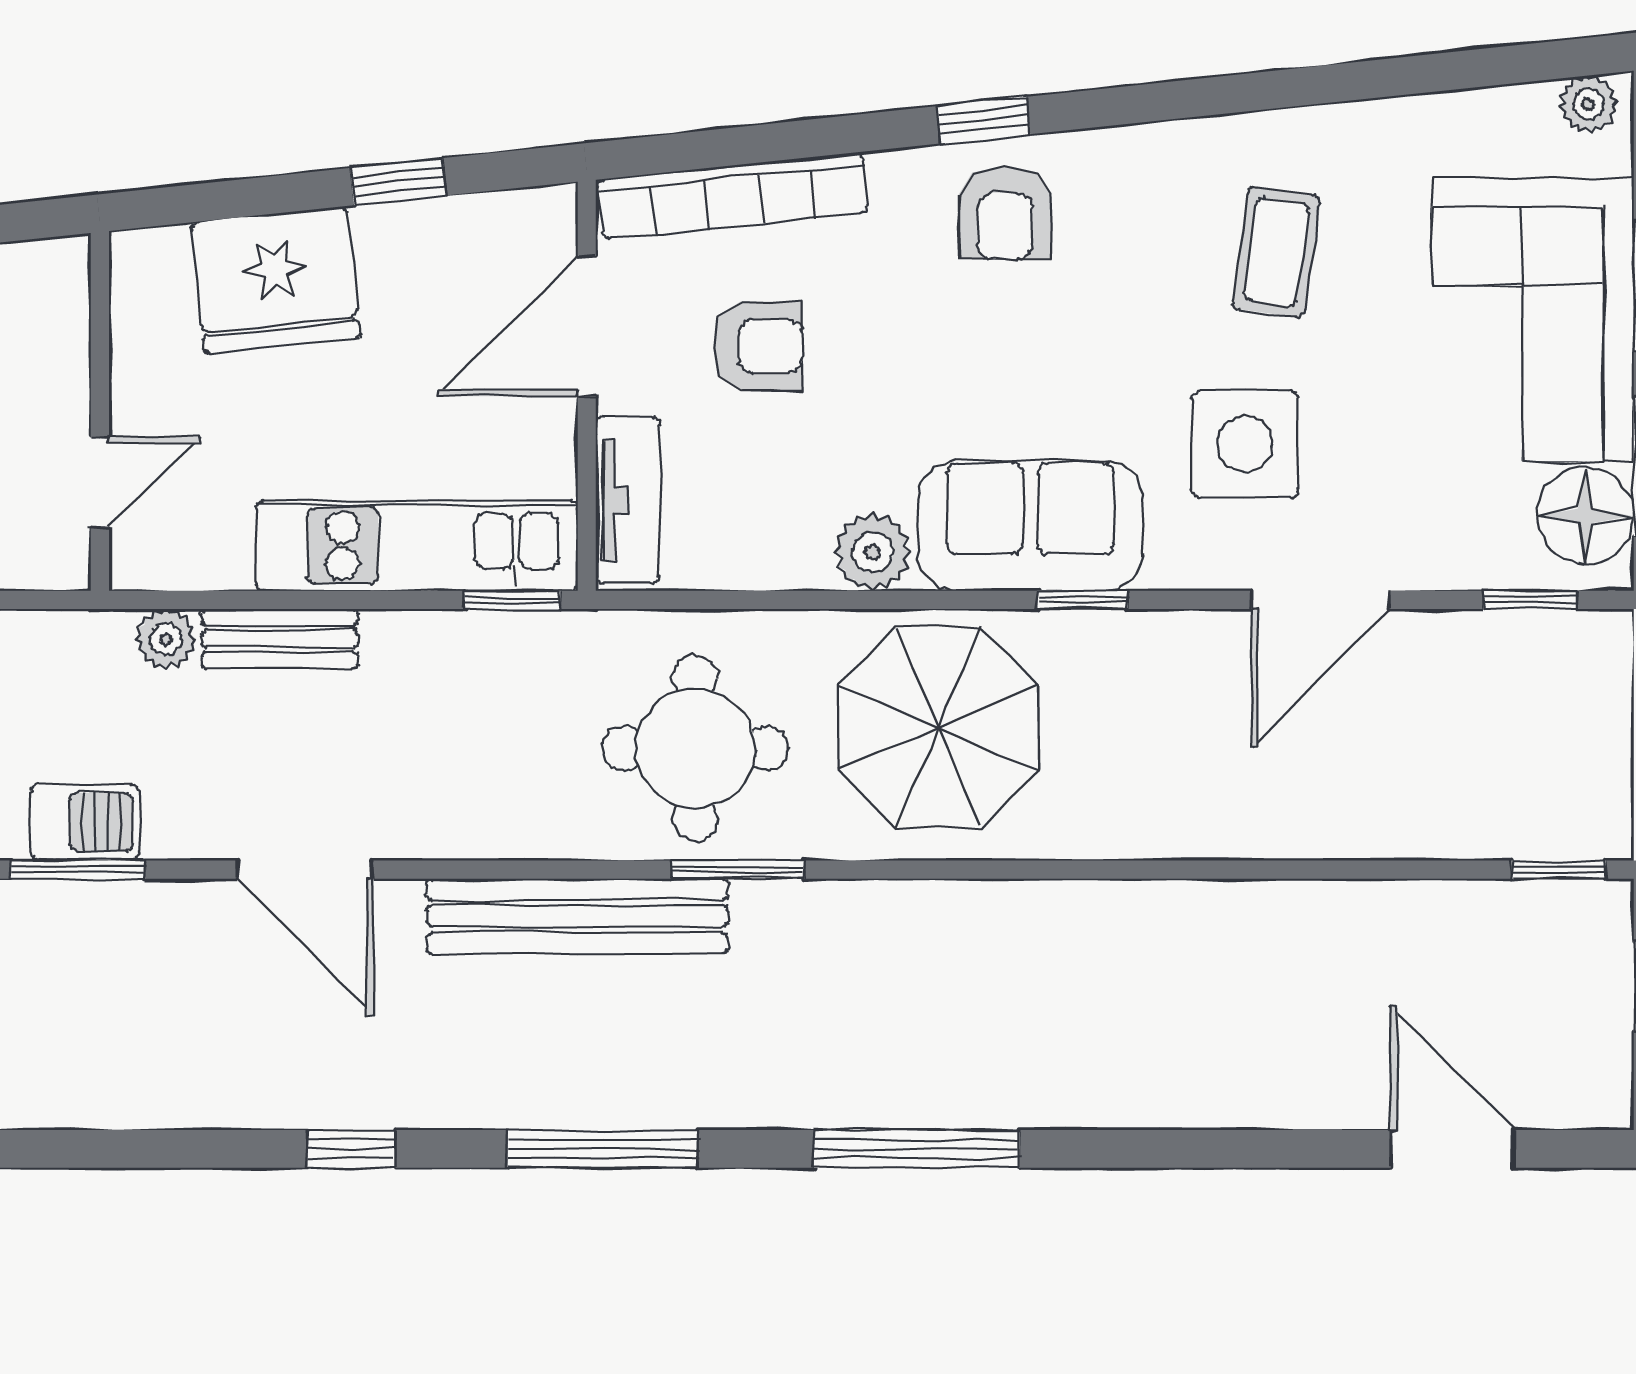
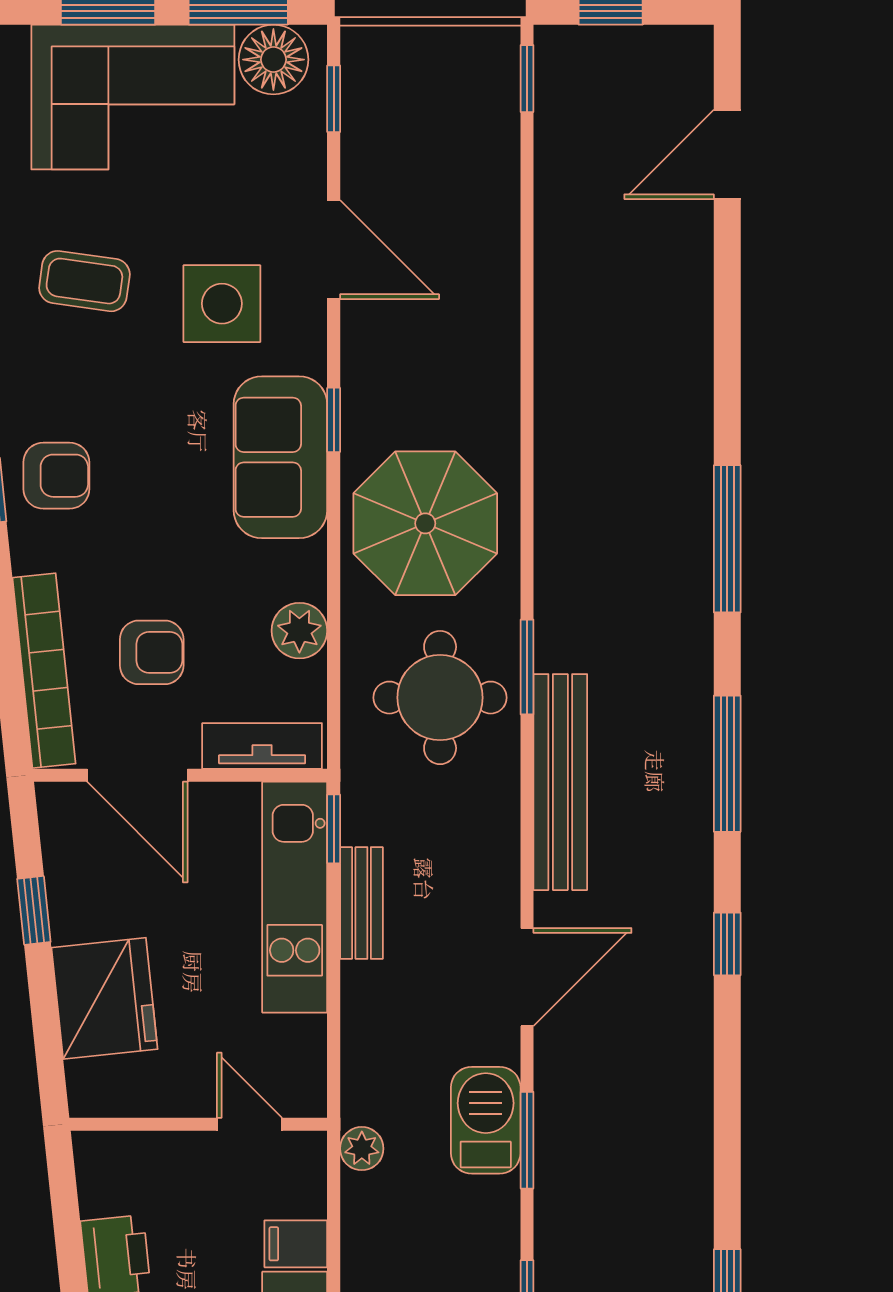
armchair: (758, 346) -> (152, 652), turned 90
plant: (873, 552) -> (299, 631), moved
plant: (166, 639) -> (362, 1149), moved
bench: (280, 639) -> (361, 903), moved
barbecue: (85, 822) -> (486, 1120), width x1.38, depth x1.27

